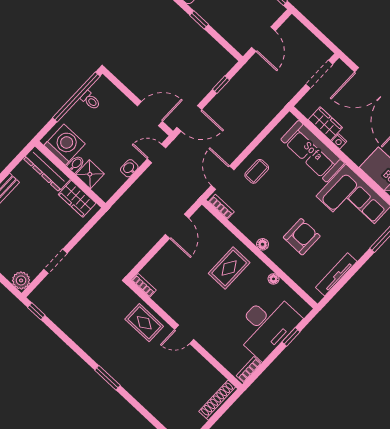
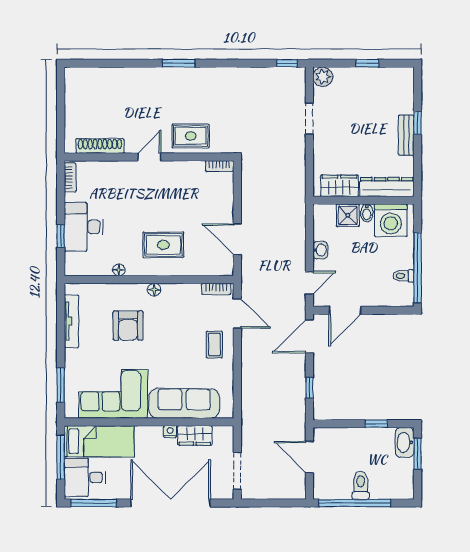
rug: (229, 268) -> (163, 245), turned 90
desk: (266, 325) -> (84, 227), width x0.73, depth x0.77
shoe rack: (218, 400) -> (100, 146), moved, turned -90

